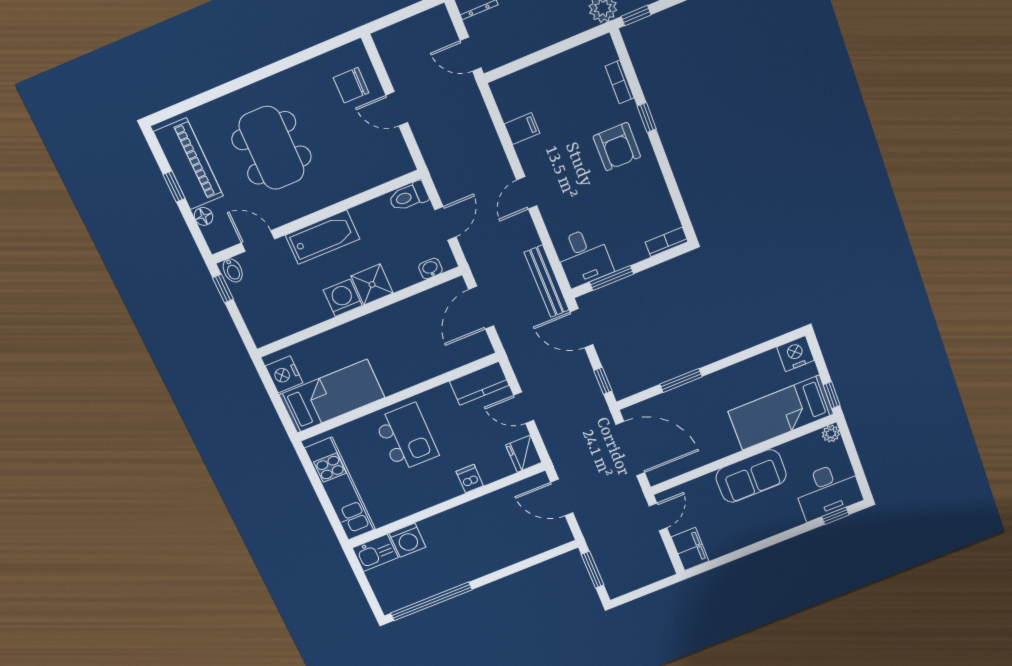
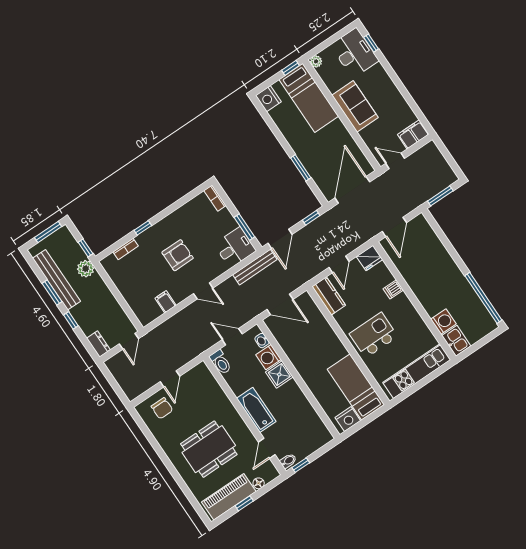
armchair: (617, 147) -> (178, 255), moved
washing machine: (343, 298) -> (268, 357), moved

